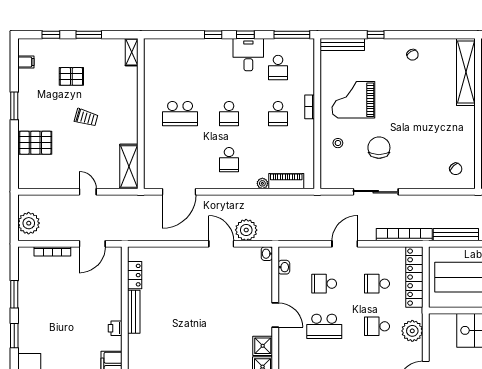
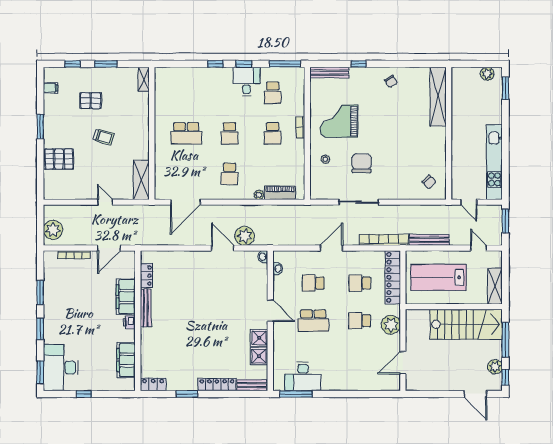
filing cabinet: (111, 299) -> (126, 297), added

